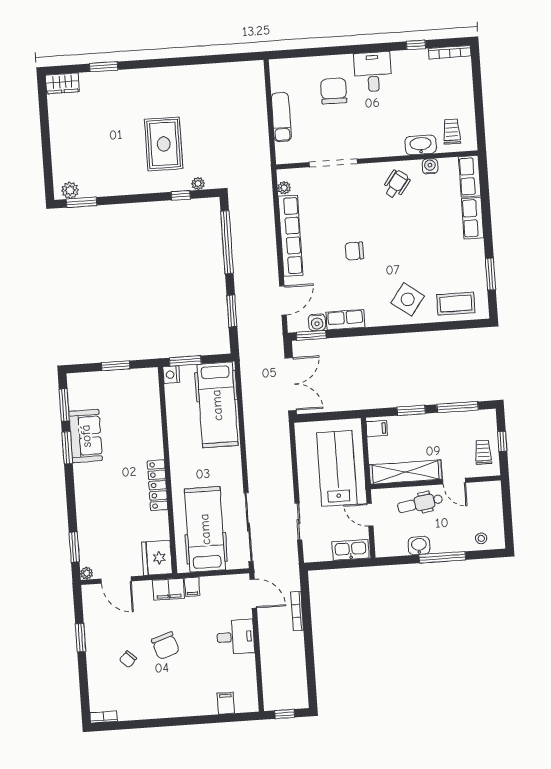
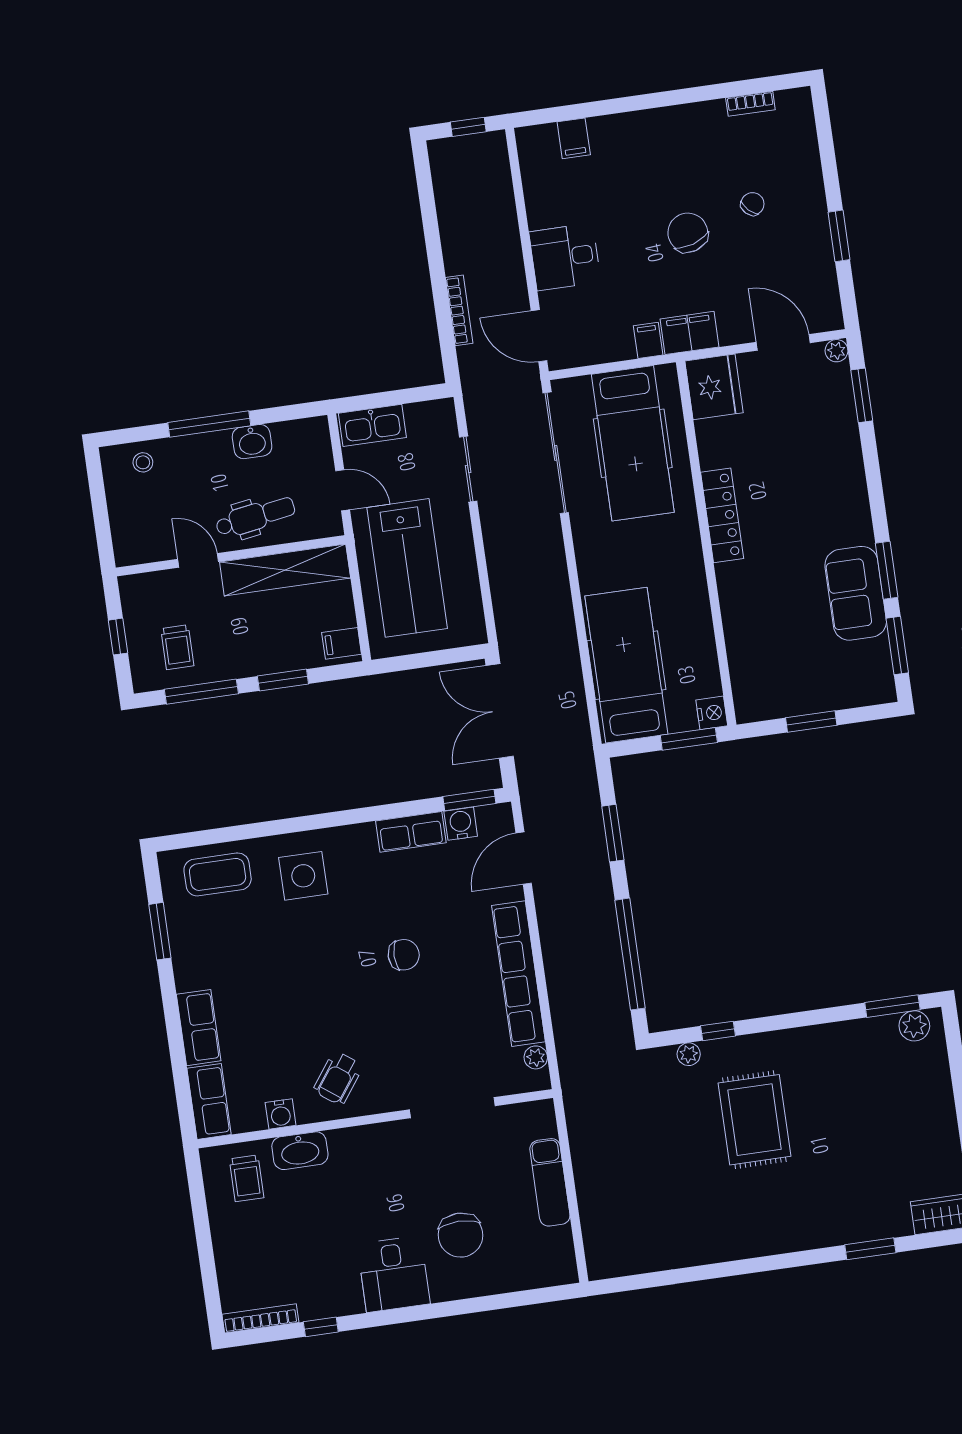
side table: (408, 299) -> (303, 876), turned -37
trolley: (483, 452) -> (177, 647), moved
bookcase: (104, 717) -> (750, 104), moved

